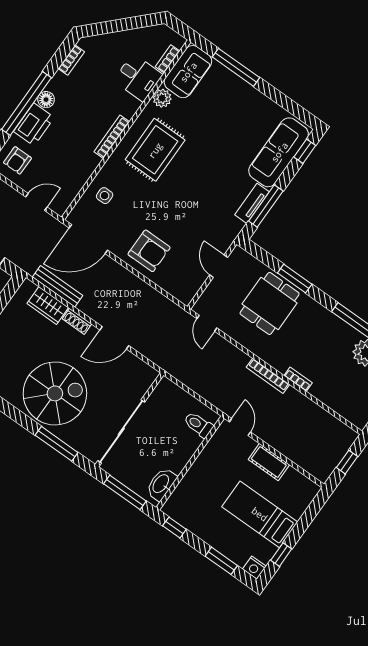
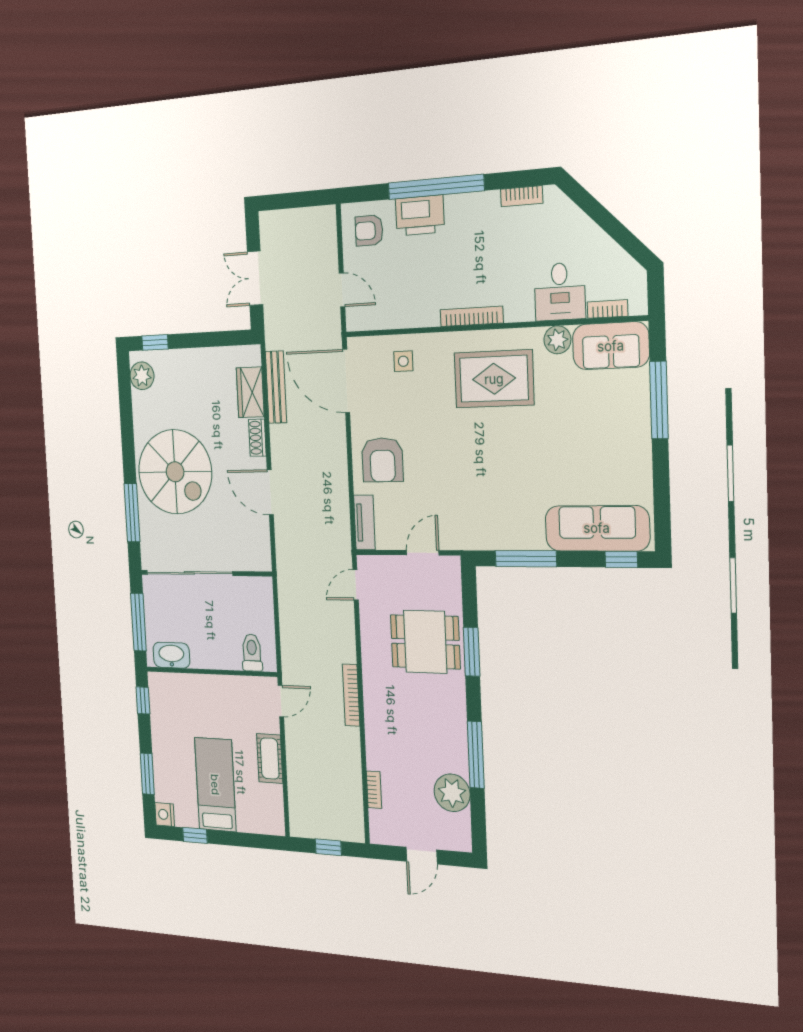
floor lamp: (46, 100) -> (457, 205), removed
tv unit: (252, 203) -> (364, 523), moved, turned 90
bookcase: (298, 379) -> (374, 790), moved

